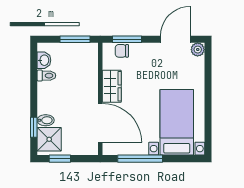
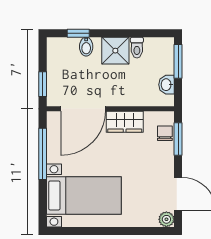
window: (75, 39) -> (178, 61), moved
washbasin: (44, 60) -> (167, 85), moved, turned 90
shower: (49, 139) -> (115, 51), moved
window: (60, 159) -> (43, 84), moved

